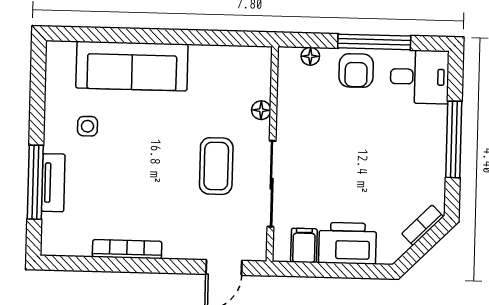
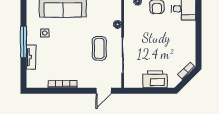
window: (454, 139) -> (199, 35), removed
window: (35, 182) -> (24, 42), moved
filing cabinet: (304, 245) -> (137, 81), removed

